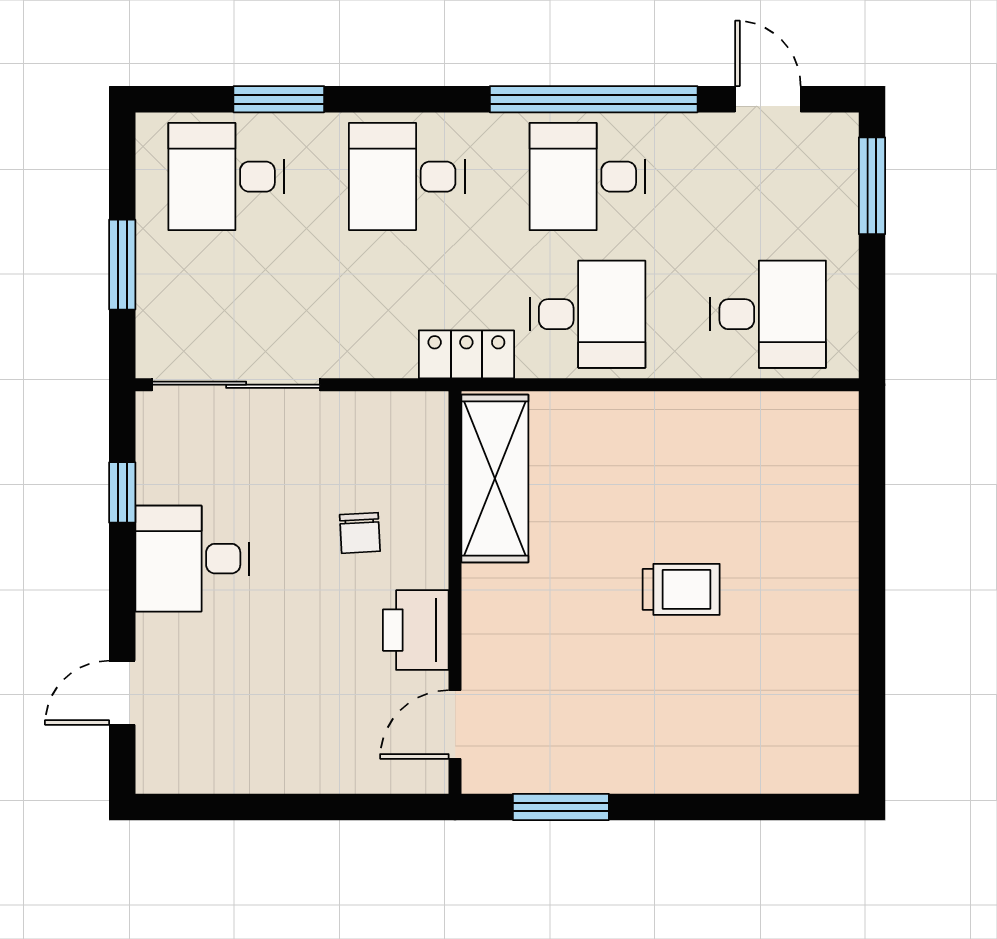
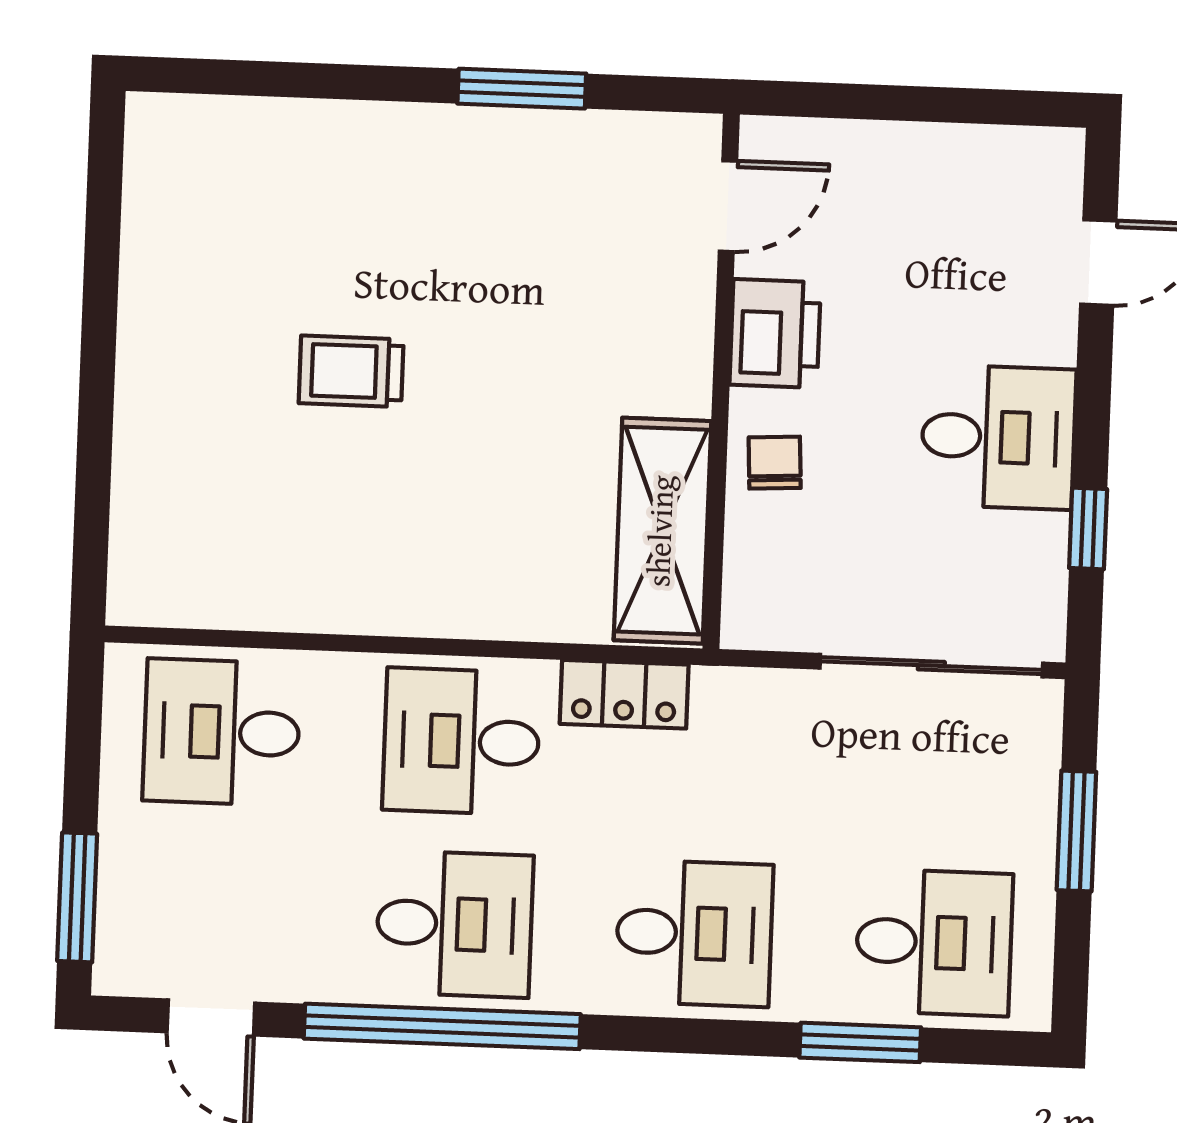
shelving: (495, 479) -> (662, 531), moved
wall: (455, 592) -> (721, 381), moved
printer: (416, 630) -> (775, 334), moved
door: (455, 724) -> (728, 206), moved

